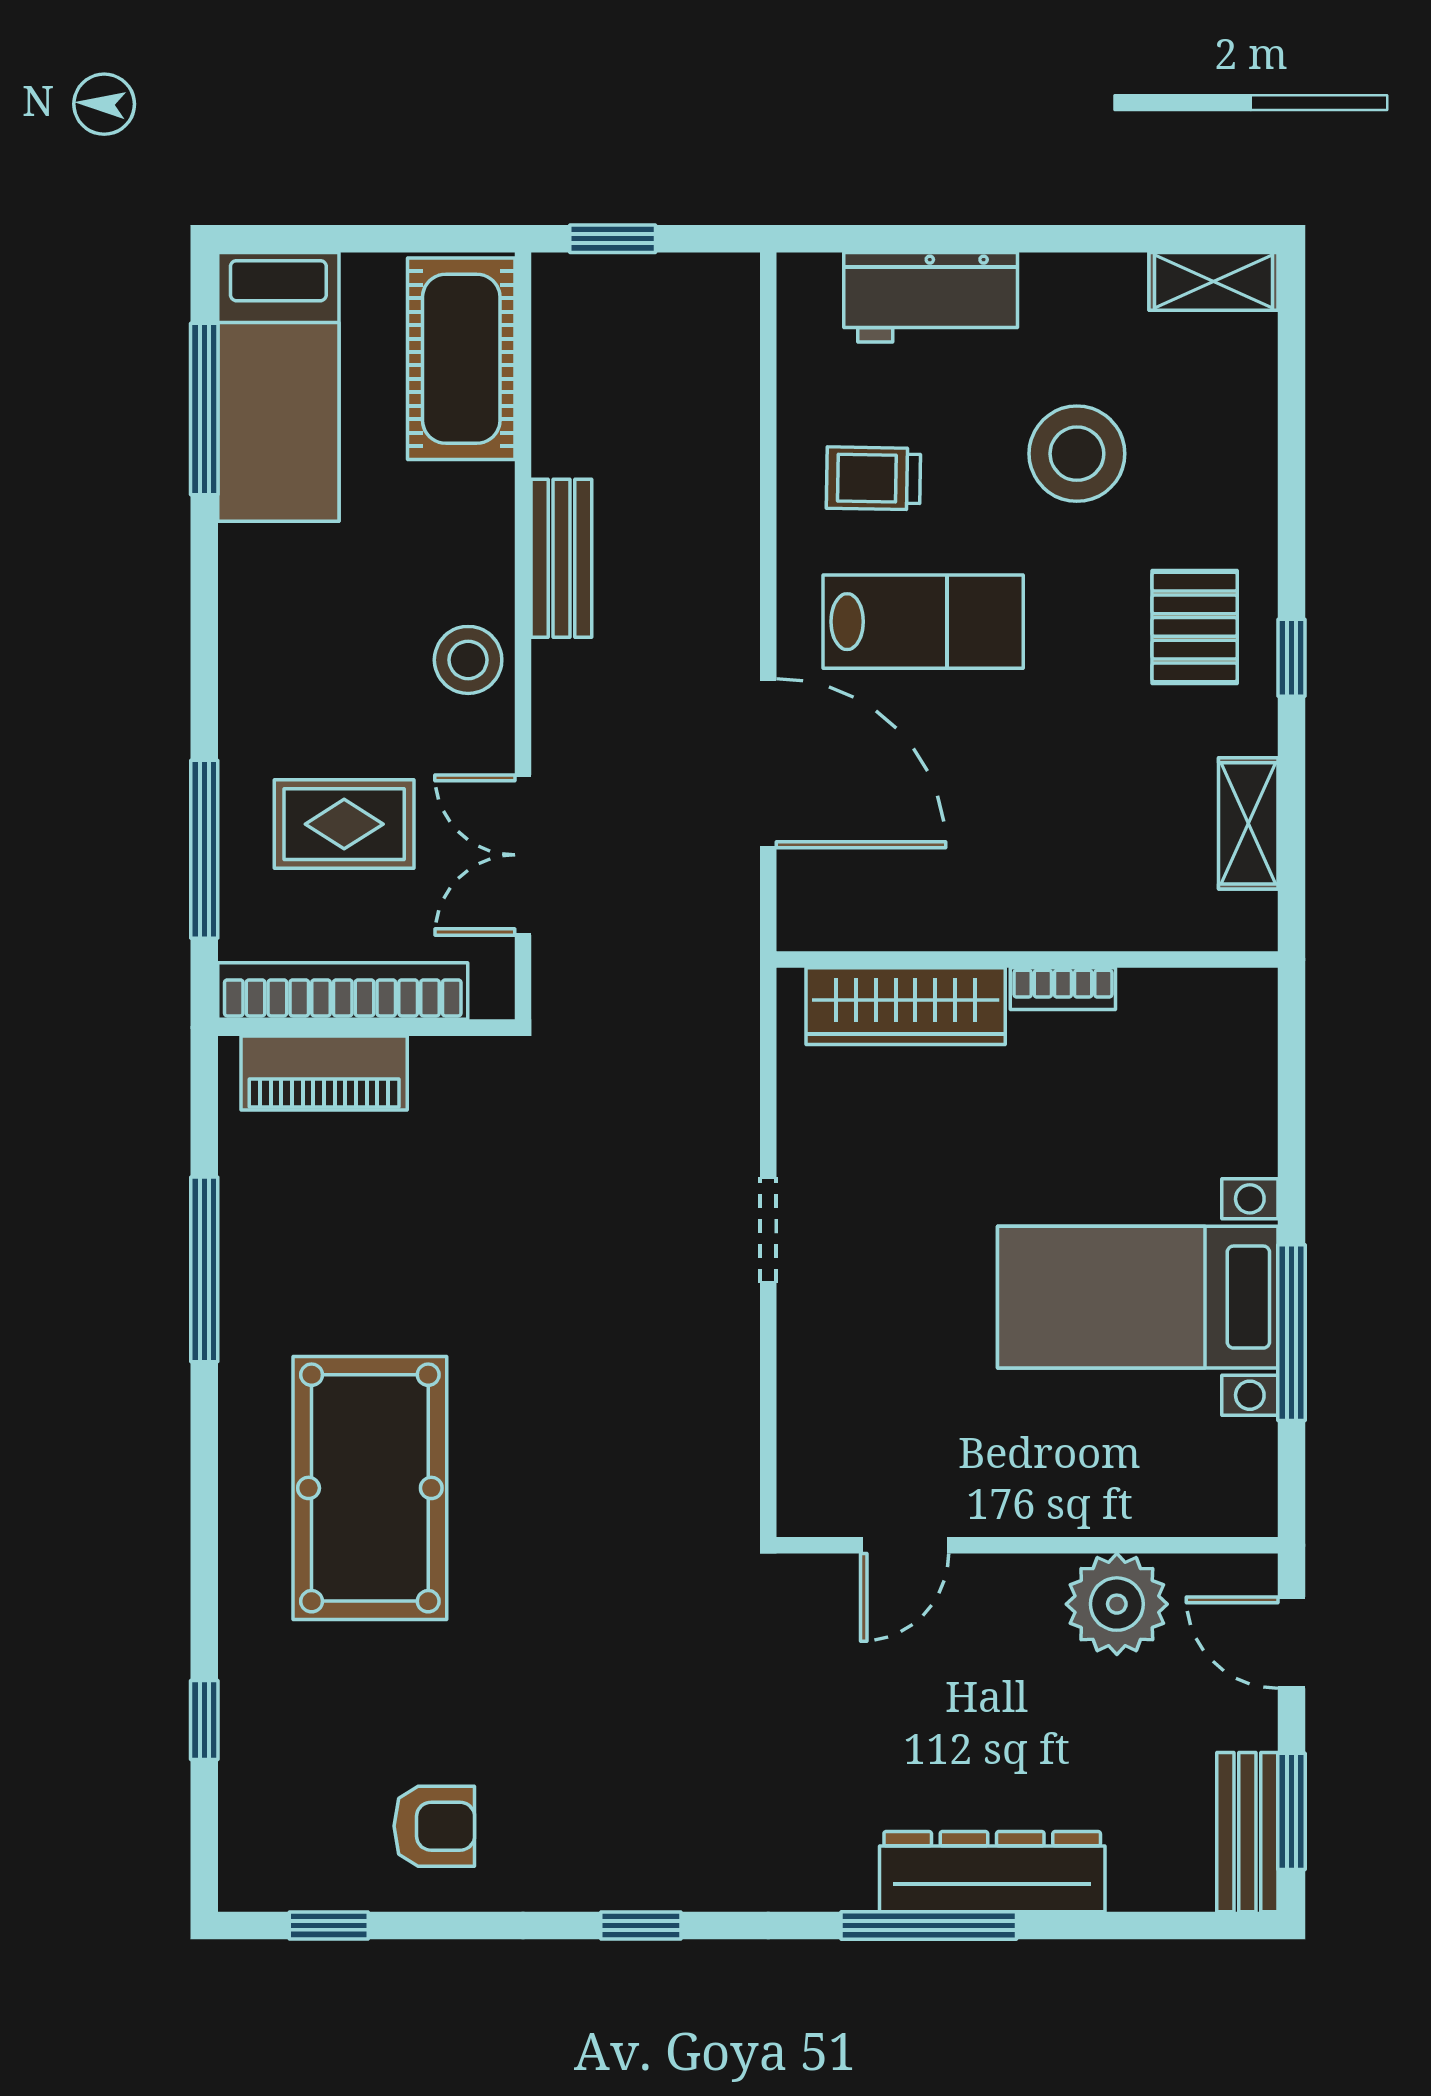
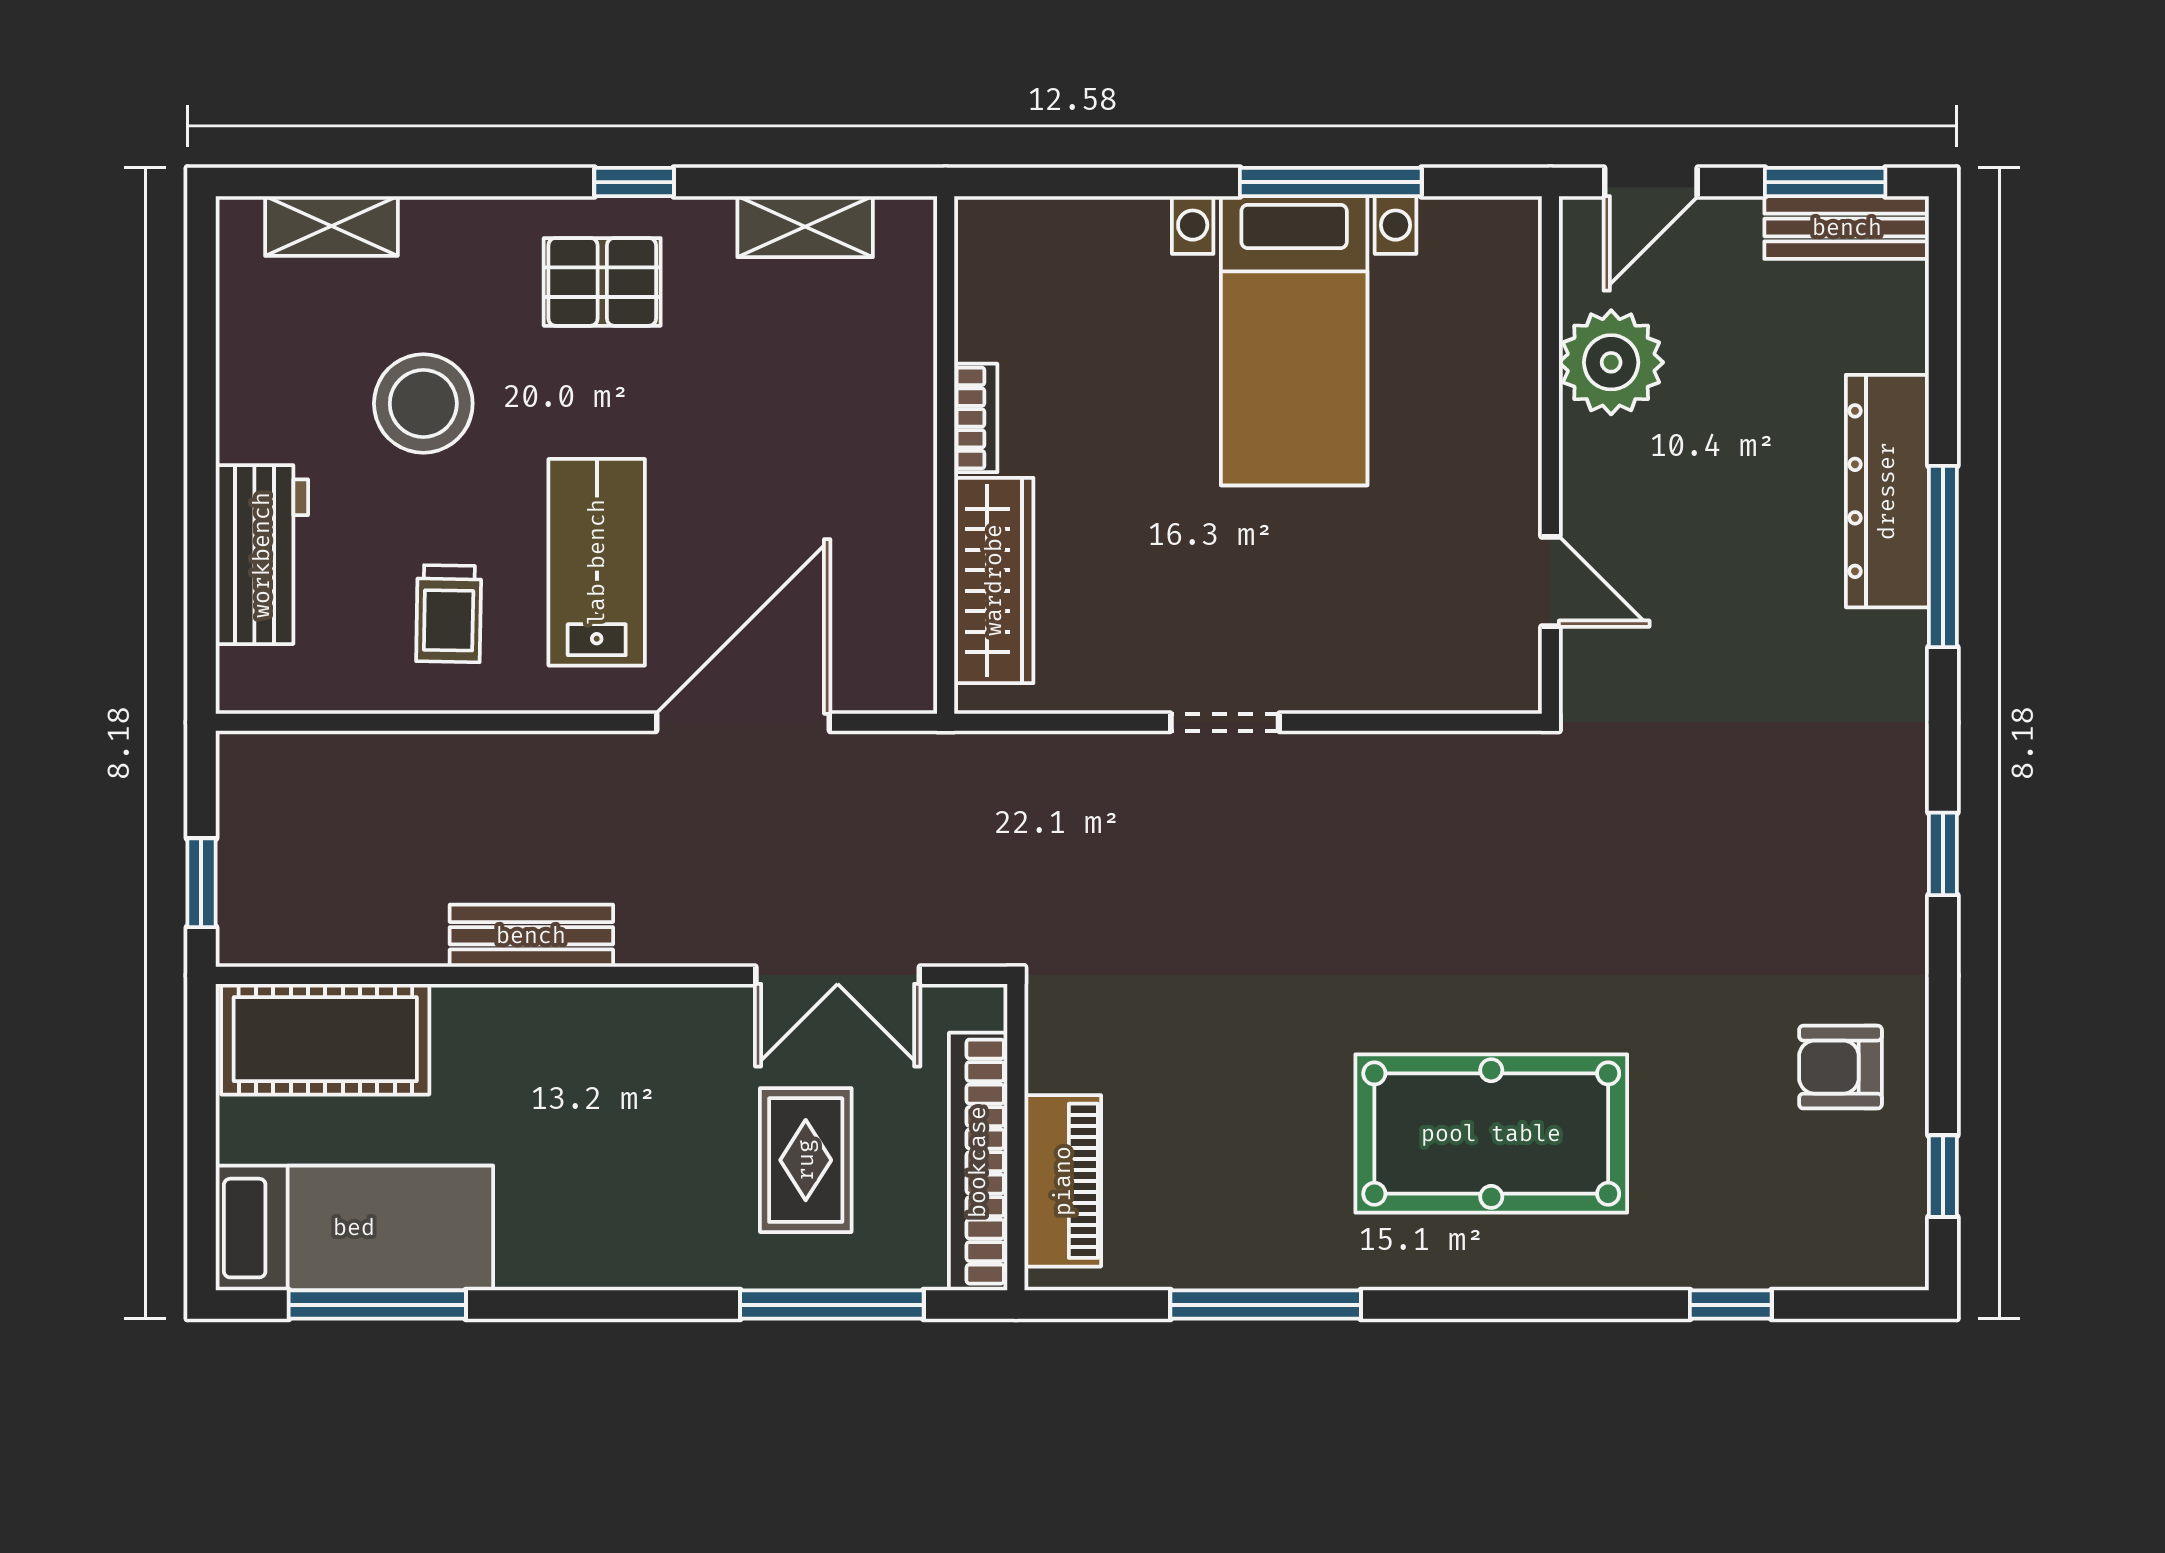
shelving: (1213, 281) -> (331, 226), moved, turned 90
stool: (468, 660) -> (636, 1032), removed
armchair: (434, 1826) -> (1841, 1067), turned -90

